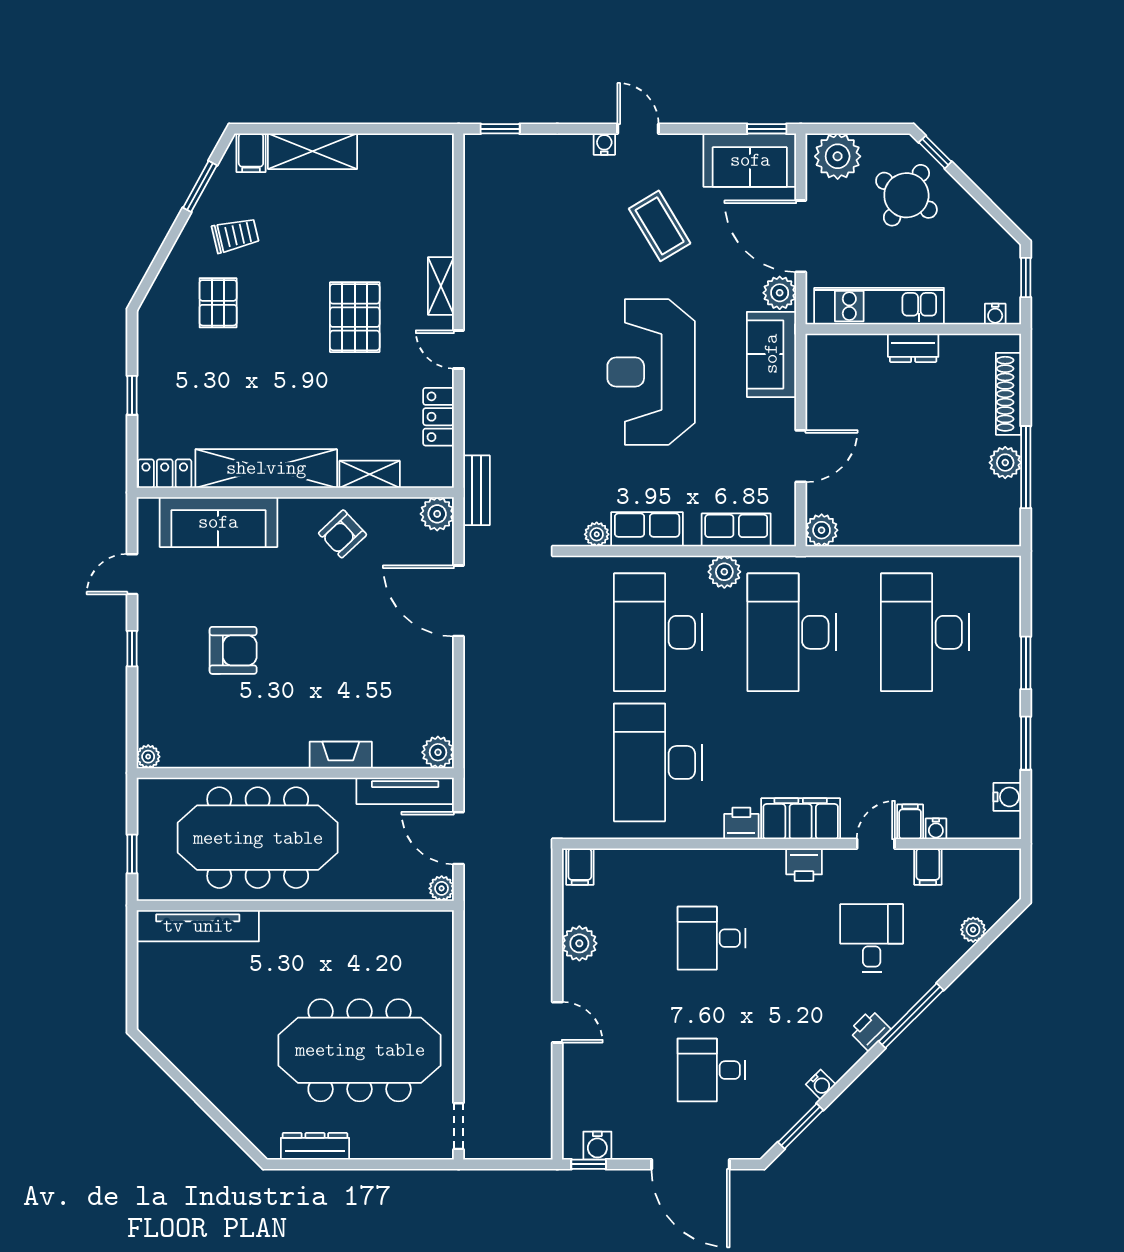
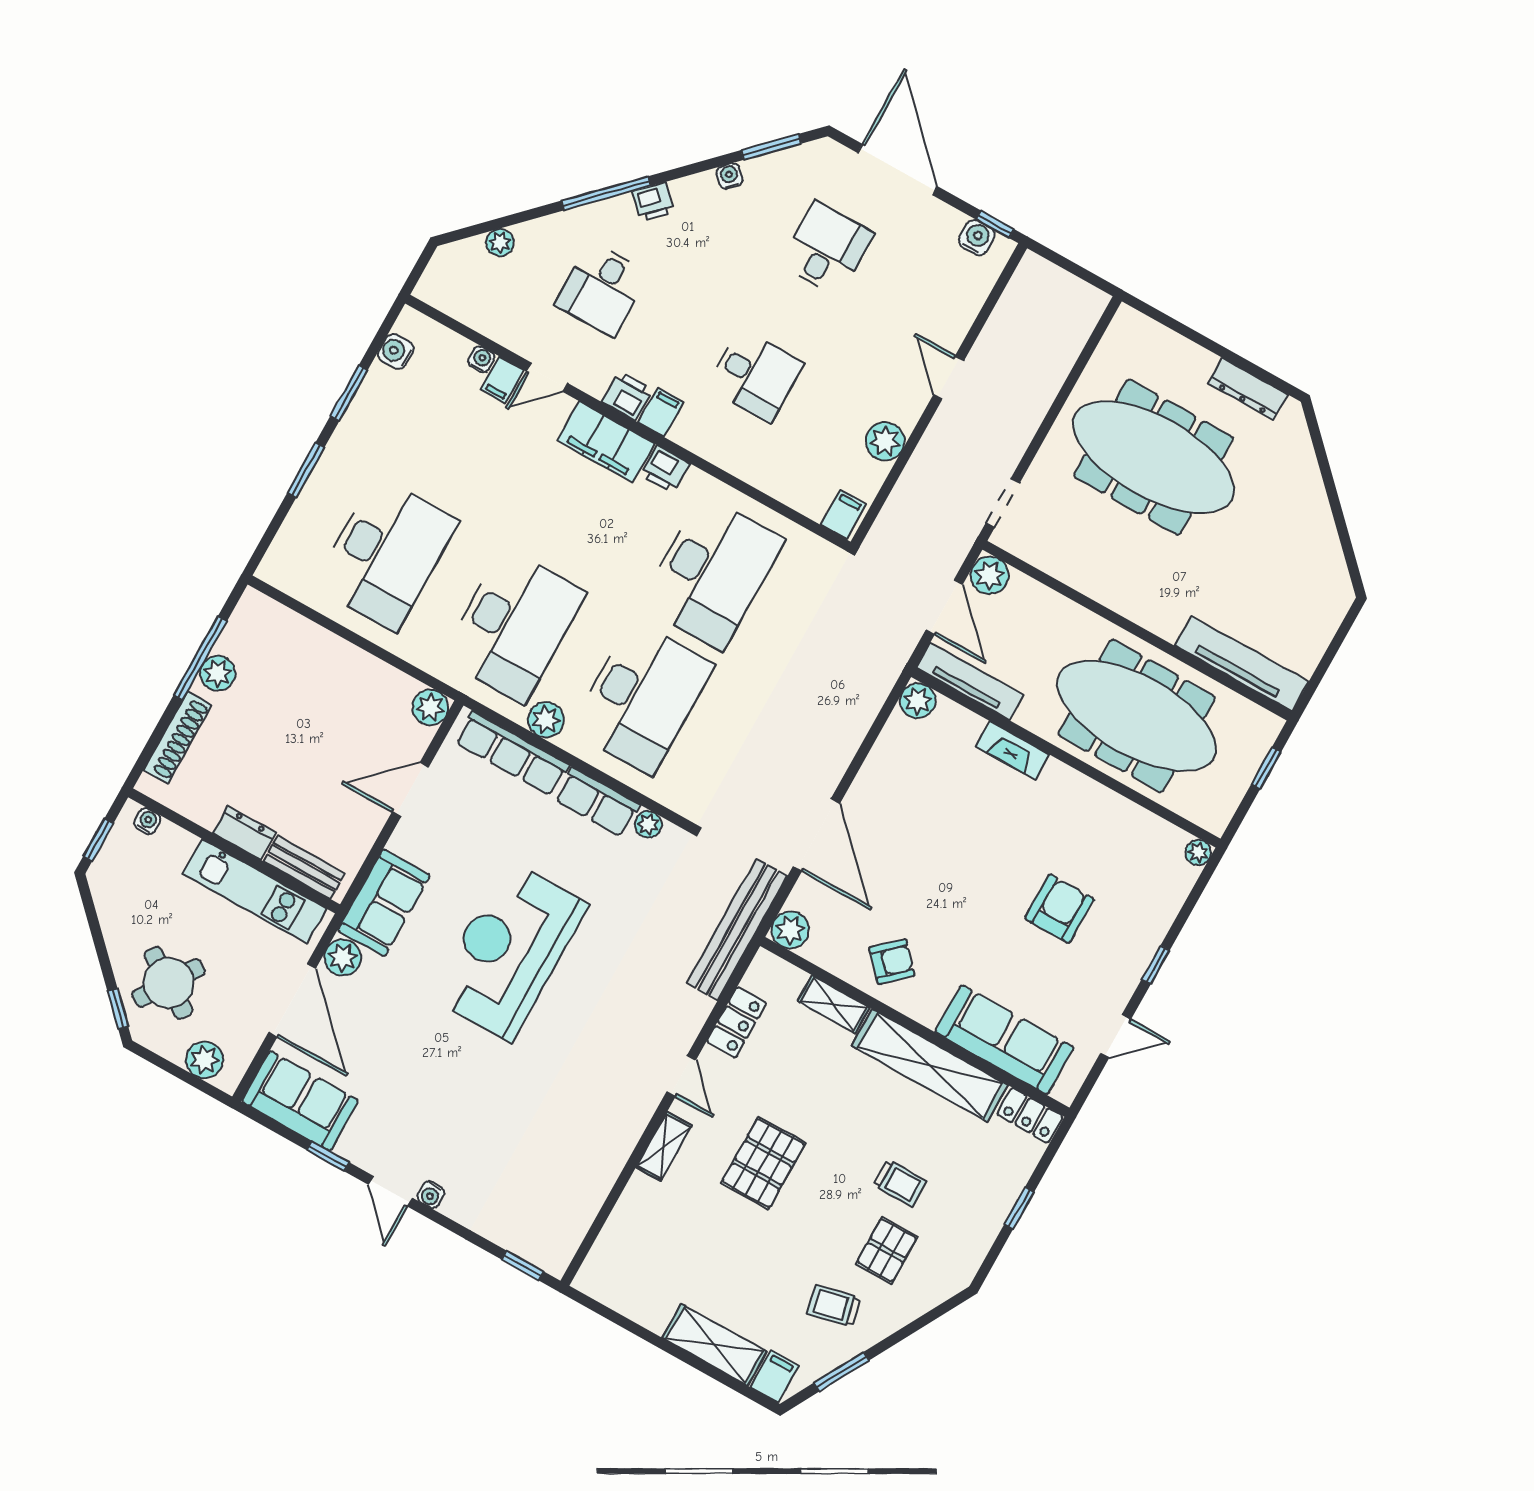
window: (767, 129) -> (328, 1156), moved
plant: (838, 156) -> (204, 1060), width x0.73, depth x0.73
coffee table: (660, 226) -> (422, 1086), removed
bench: (850, 347) -> (304, 867), added
trolley: (238, 362) -> (900, 1183), added
reception desk: (651, 372) -> (509, 951), turned 180
bench: (477, 490) -> (737, 930), width x1.86, depth x1.21
row of seats: (736, 530) -> (512, 754), width x1.48
armchair: (233, 650) -> (1059, 909), turned 90
filing cabinet: (928, 867) -> (661, 412), moved
plant: (442, 888) -> (990, 575), width x1.38, depth x1.38
desk: (711, 1070) -> (827, 249), turned -90
doorway: (459, 1126) -> (1003, 503), moved

